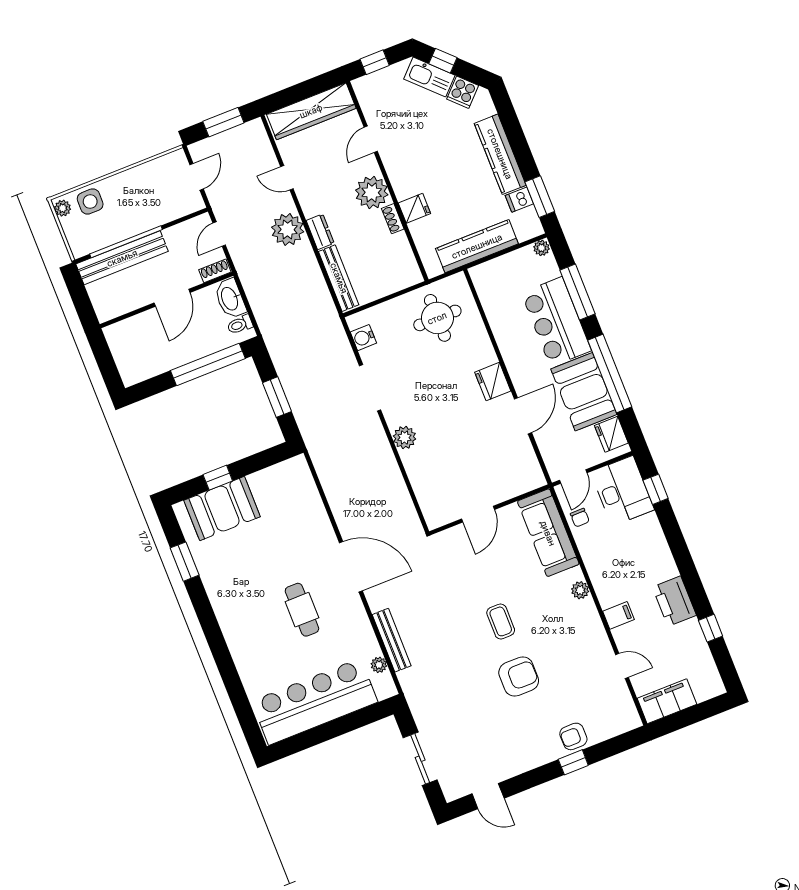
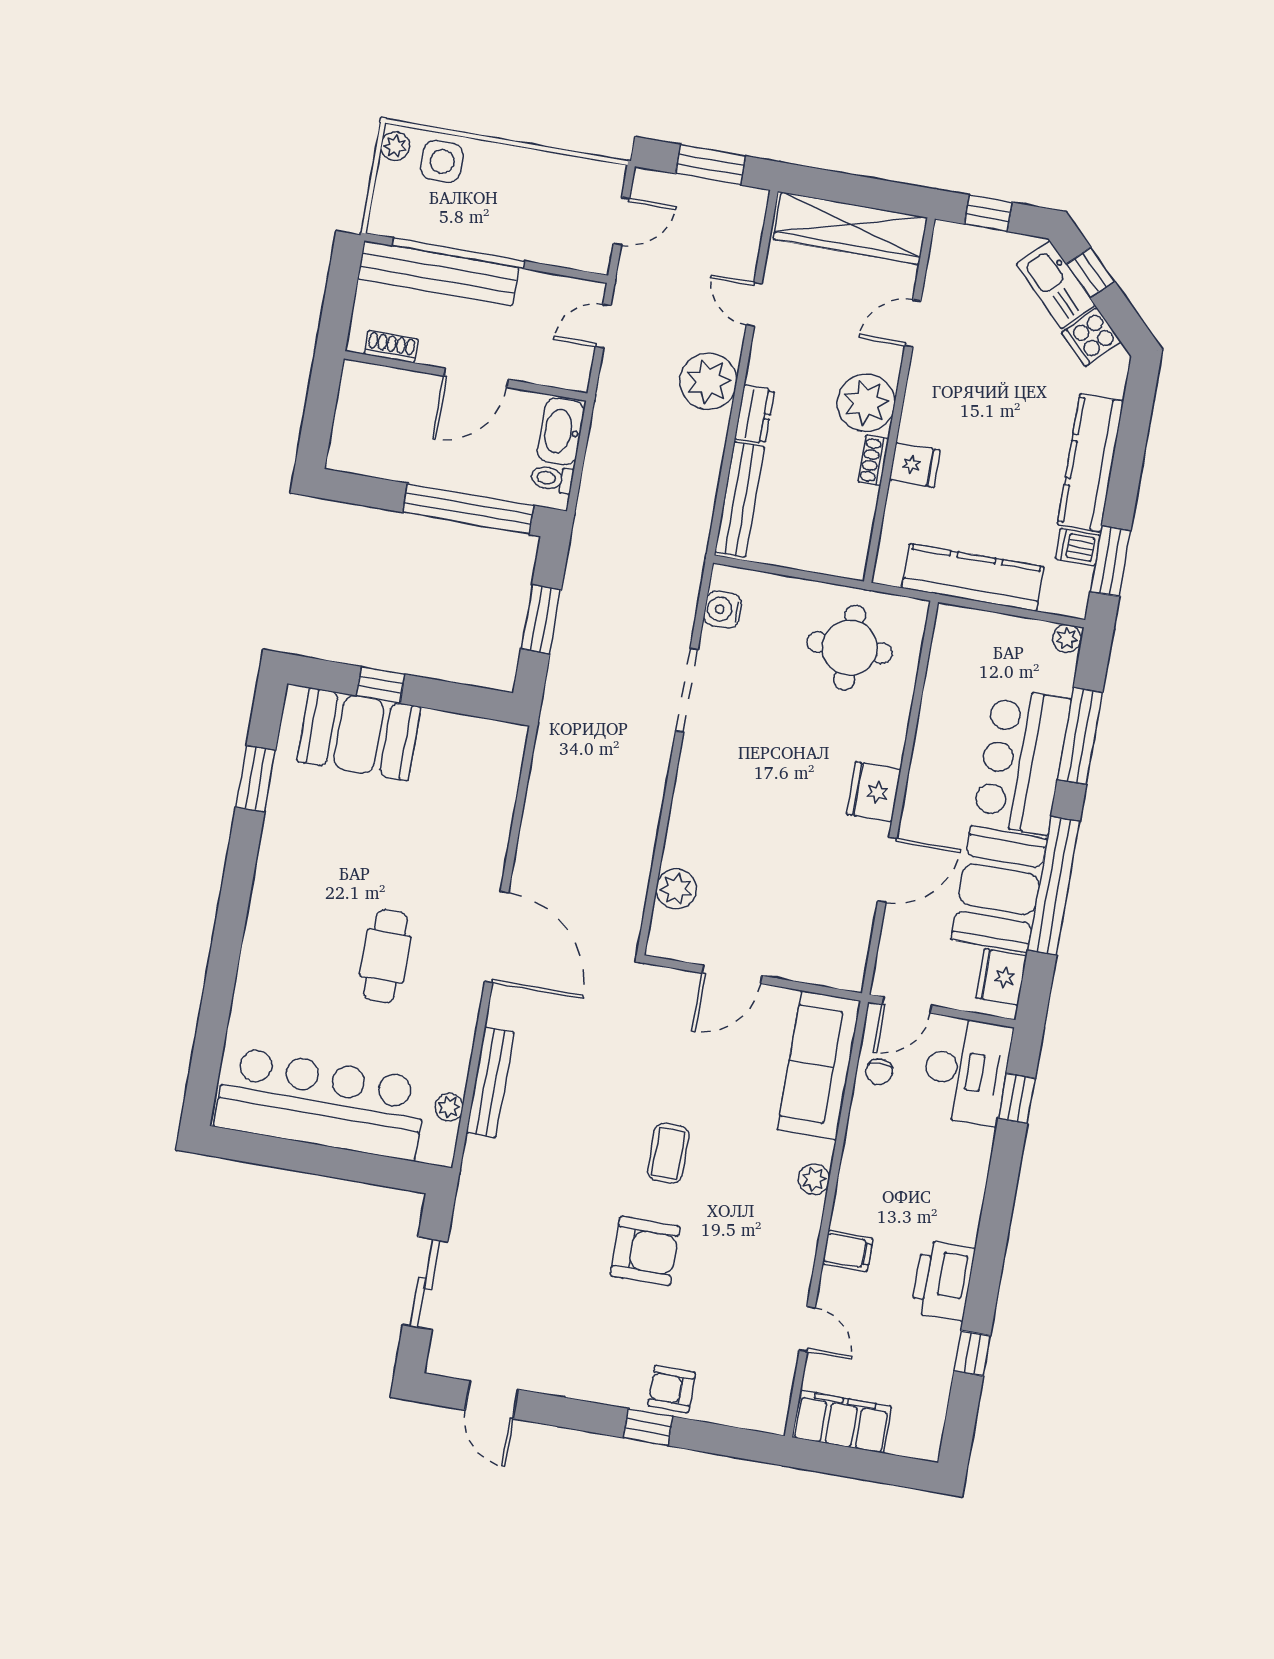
shoe rack: (215, 271) -> (391, 347), moved
plant: (405, 438) -> (676, 889), moved

